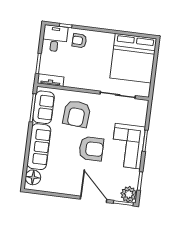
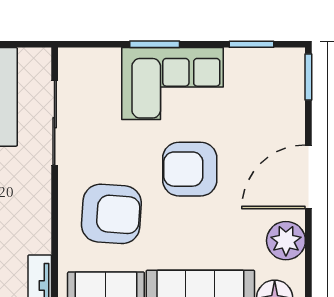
armchair: (91, 149) -> (190, 169), turned -90
plant: (129, 194) -> (286, 241), moved
door: (94, 199) -> (308, 177), moved

